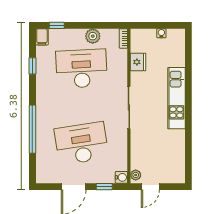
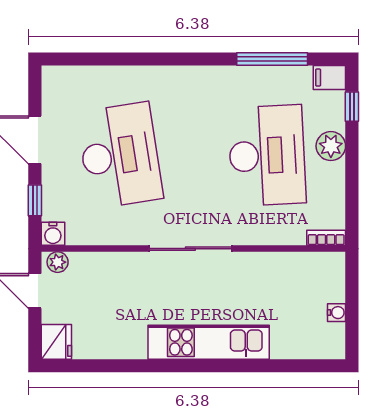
plant: (93, 36) -> (331, 146), moved
fridge: (138, 62) -> (56, 342), moved, turned -90
window: (32, 66) -> (272, 59), width x2.17
window: (32, 129) -> (148, 59), removed

